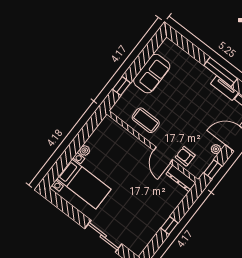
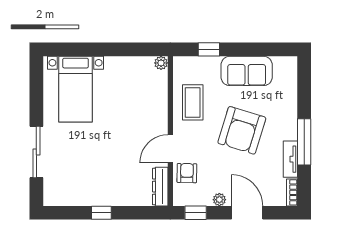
armchair: (185, 104) -> (242, 130), added
plant: (85, 150) -> (161, 63), moved

